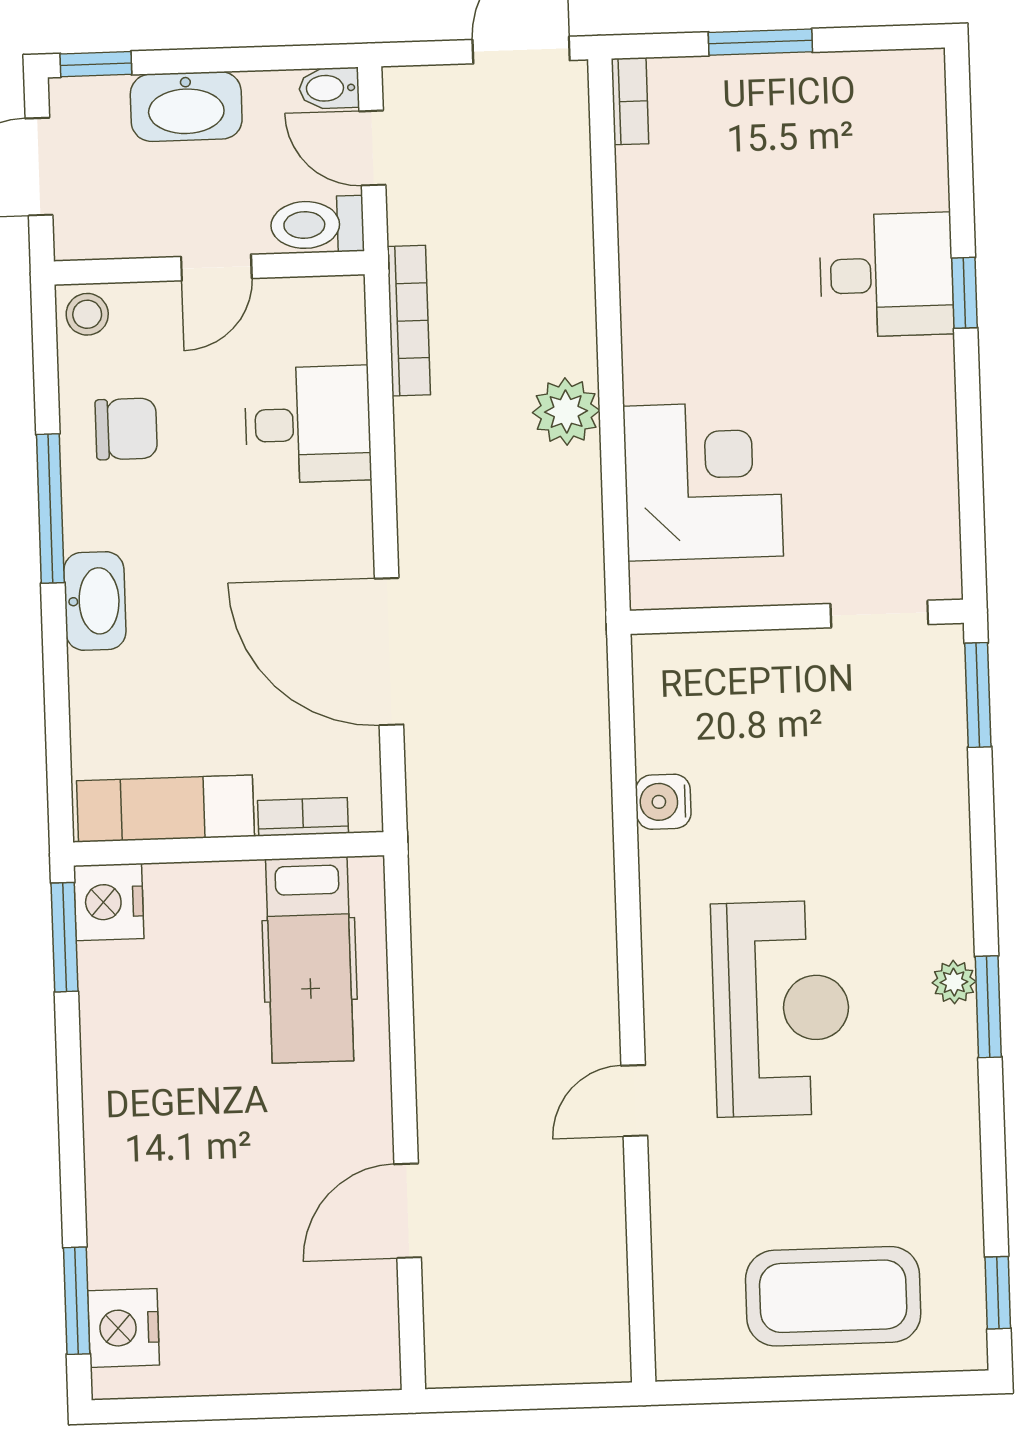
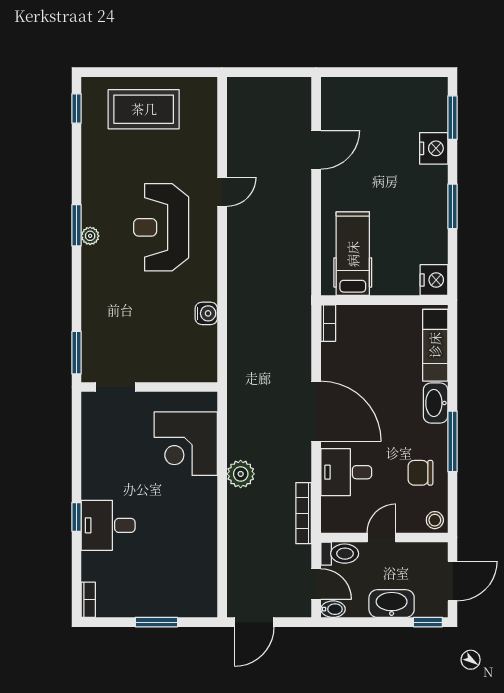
bookcase: (630, 101) -> (88, 600), moved, turned 180
door: (389, 652) -> (316, 411), moved
exam couch: (165, 808) -> (435, 345), moved, turned 90
bookcase: (303, 817) -> (328, 323), moved, turned -90
window: (65, 937) -> (453, 206), moved
nightstand: (124, 1328) -> (434, 148), moved

